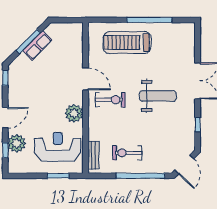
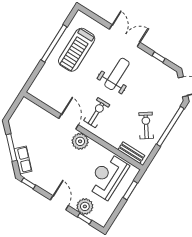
treadmill: (127, 43) -> (77, 50), moved
row of seats: (37, 45) -> (23, 160), moved
door: (86, 79) -> (69, 122), hinge flipped
plant: (74, 113) -> (80, 141), moved
exercise bike: (127, 153) -> (146, 125), turned 145

